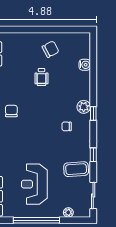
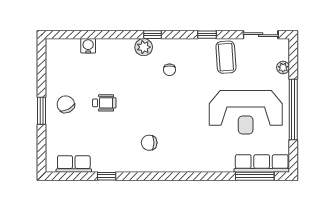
window: (36, 29) -> (42, 111), added
chair: (50, 49) -> (66, 104), moved
reception desk: (34, 184) -> (246, 112), width x1.36, depth x1.30

